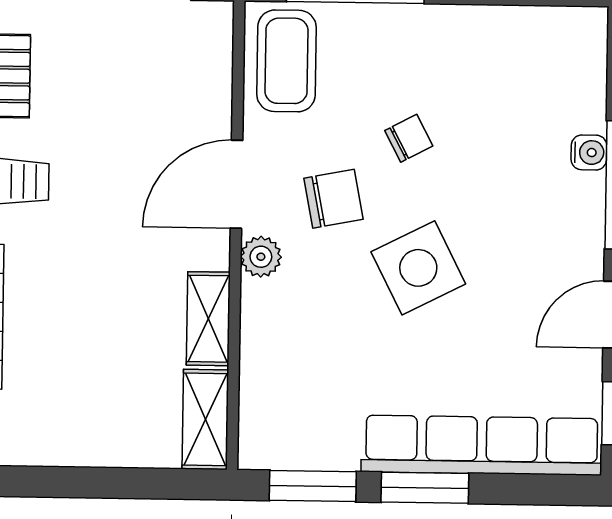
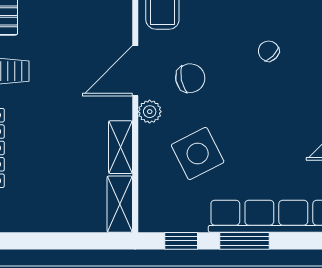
chair: (409, 138) -> (269, 51), moved, turned -107
side table: (418, 268) -> (198, 154), moved
window: (313, 486) -> (181, 241), width x0.67

